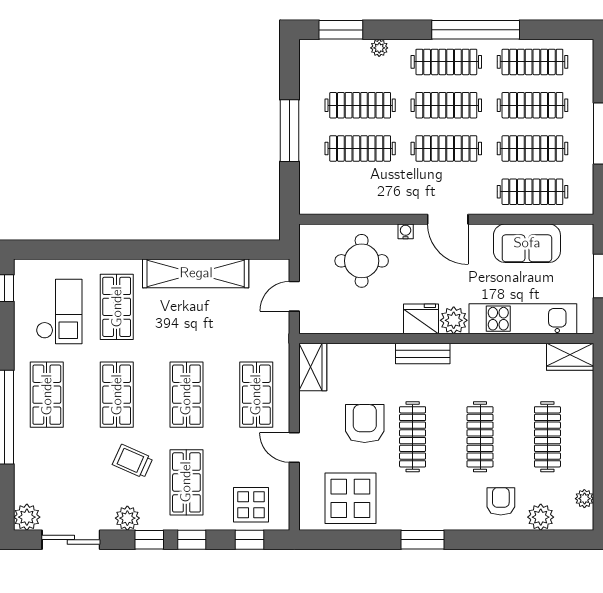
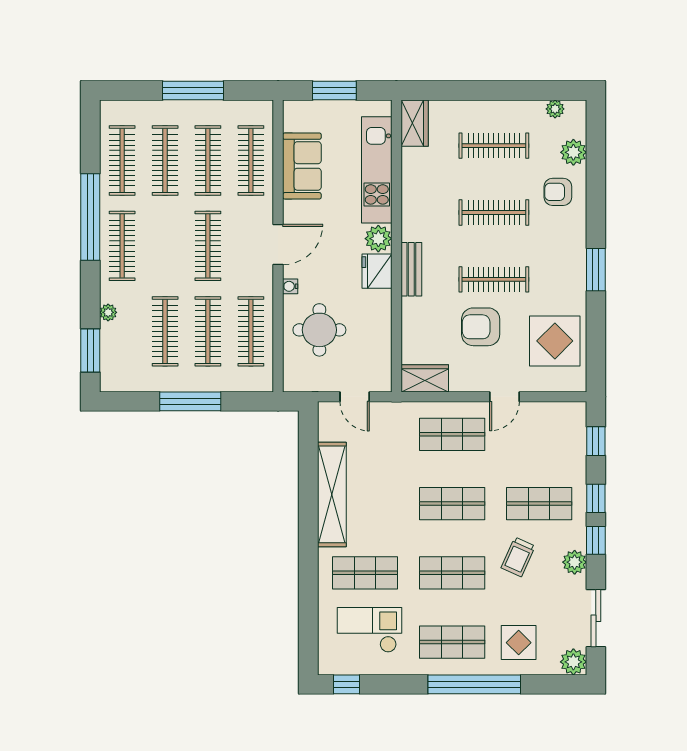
clothes rail: (446, 105) -> (251, 331), moved
display table: (251, 505) -> (519, 643), moved

